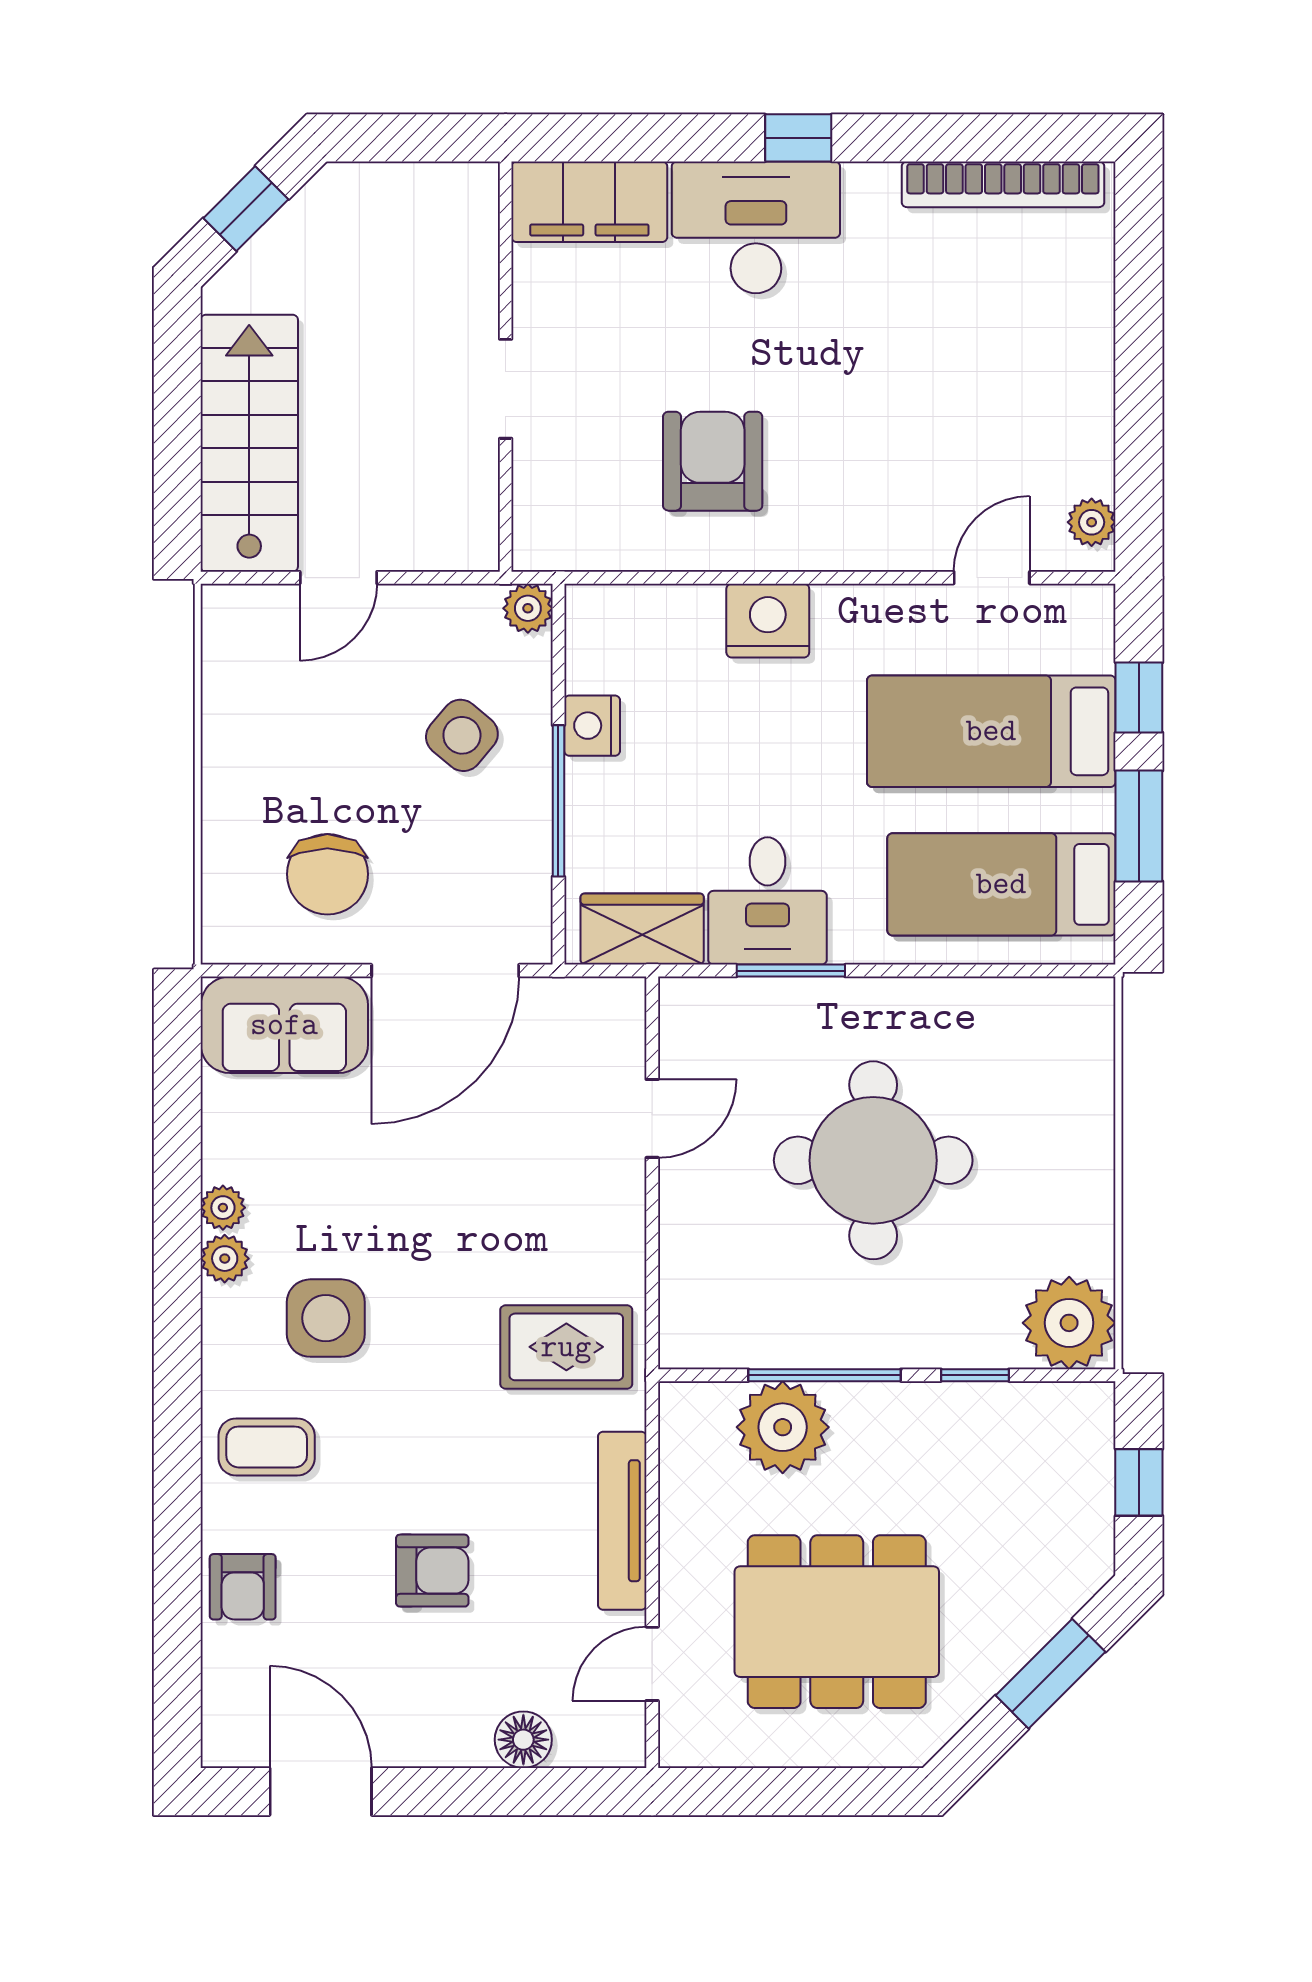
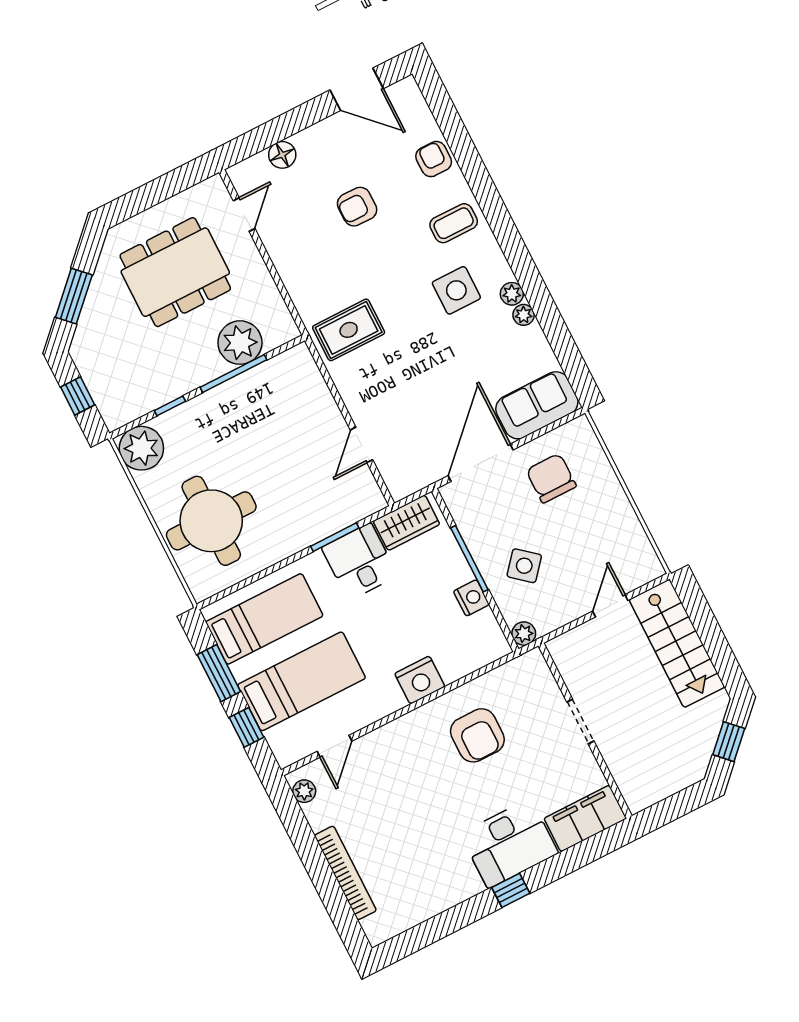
bookcase: (1003, 184) -> (345, 873), moved, turned 90
round table: (873, 1160) -> (211, 521), moved
tv unit: (622, 1521) -> (288, 269), removed

